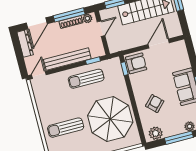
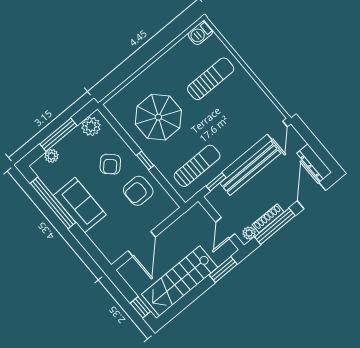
armchair: (136, 63) -> (138, 191), moved
window: (125, 69) -> (145, 160), moved
sun lounger: (86, 79) -> (197, 166), moved
parasol: (110, 119) -> (158, 117), width x0.73, depth x0.73

